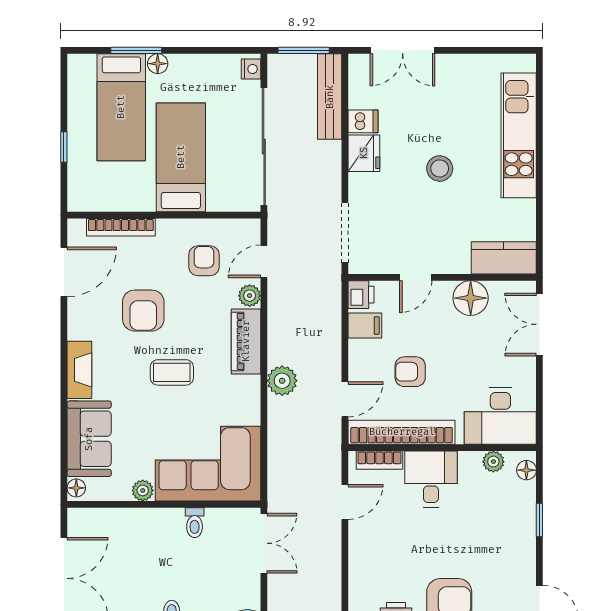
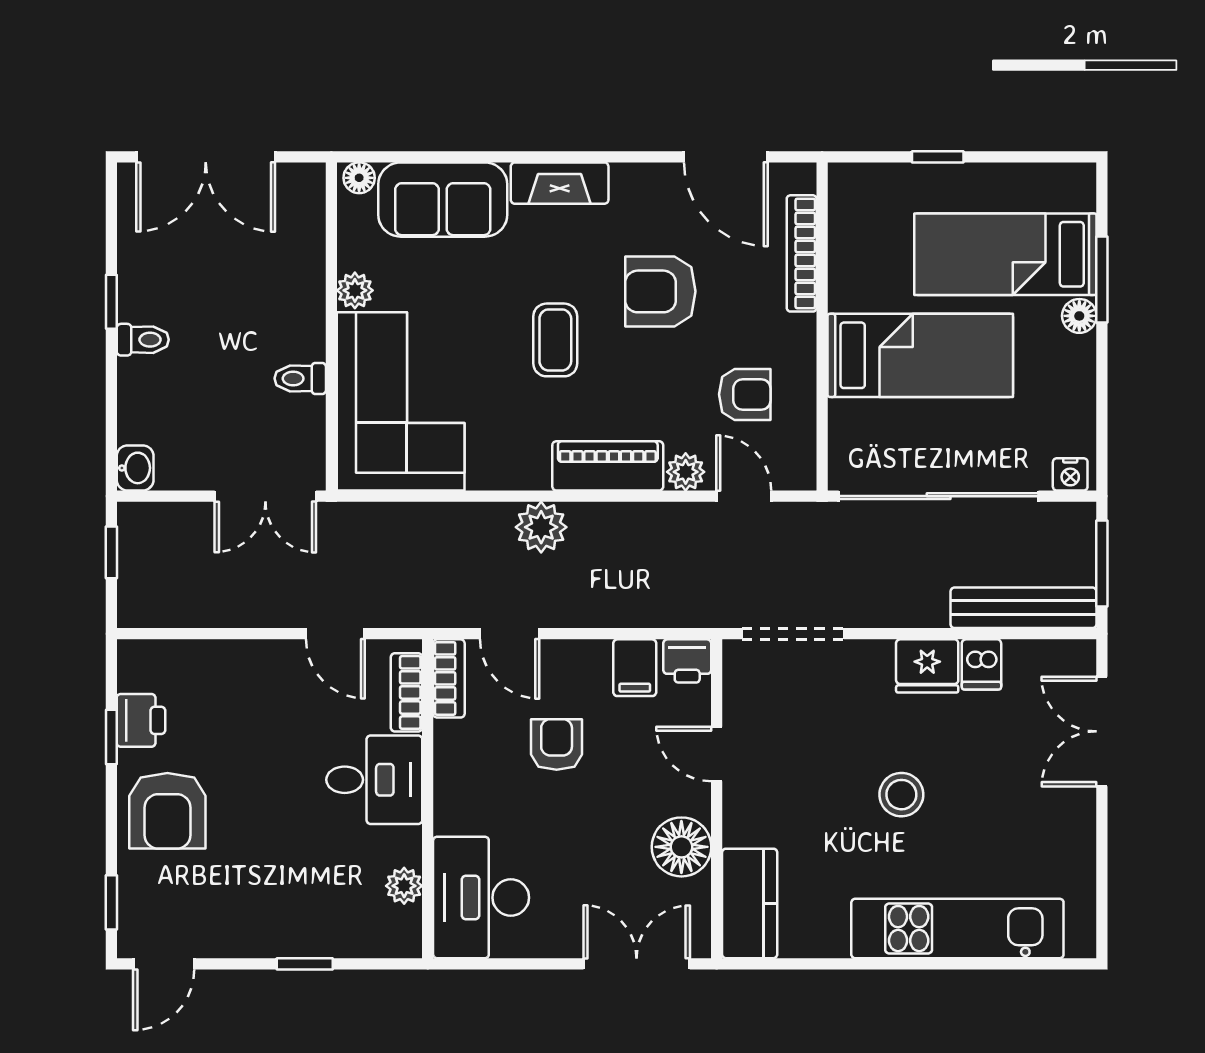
bookcase: (402, 432) -> (449, 678), width x0.43, depth x0.76
floor lamp: (526, 470) -> (389, 942), removed

